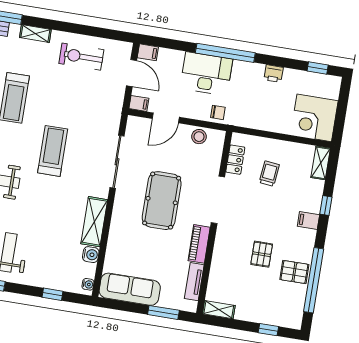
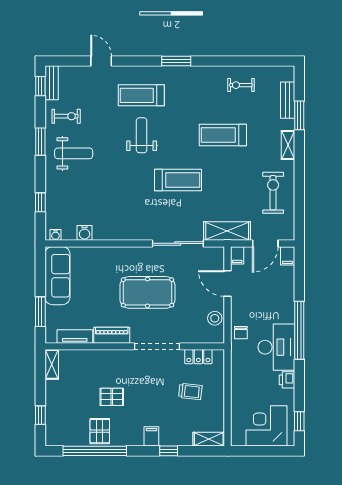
desk: (206, 74) -> (276, 347), moved
corner desk: (314, 118) -> (266, 426), moved
shelving: (94, 222) -> (227, 231), moved

